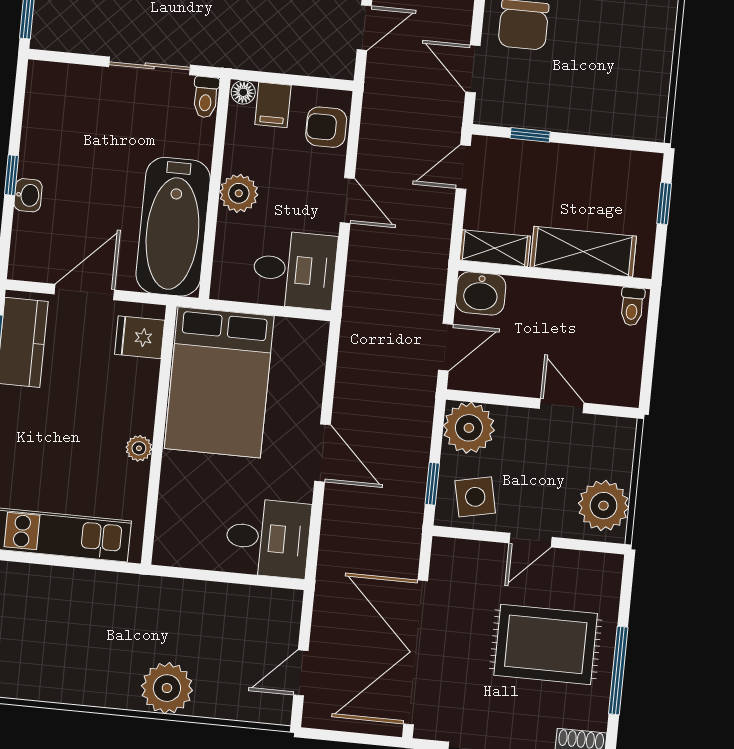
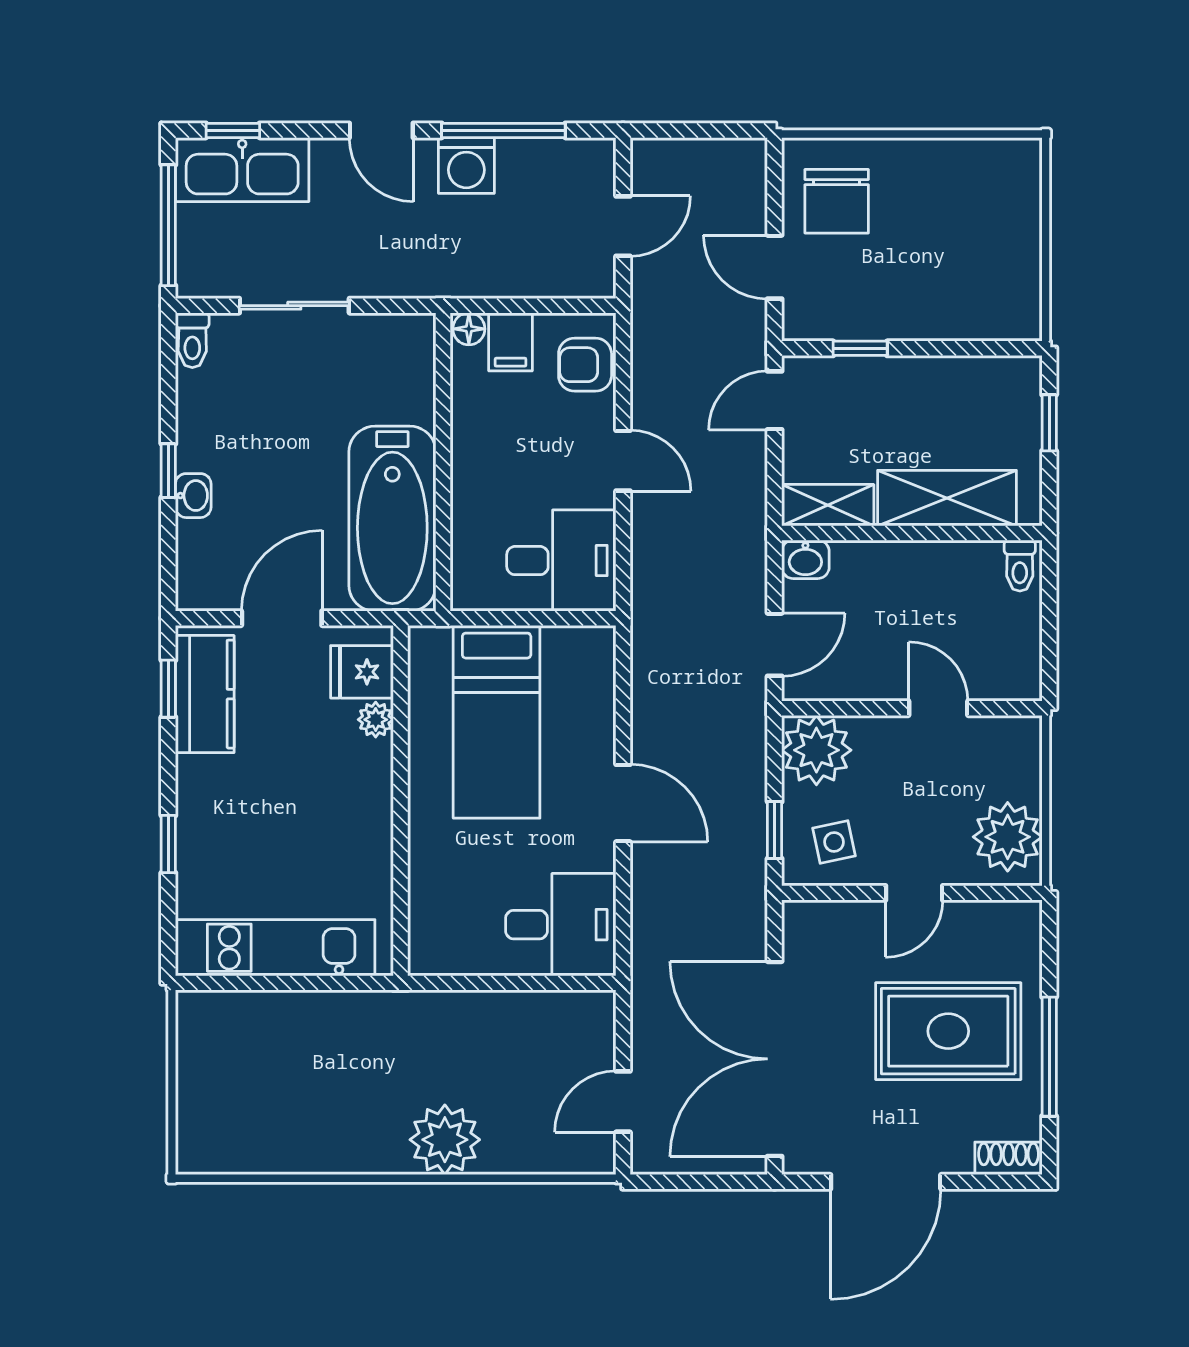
sliding door: (150, 66) -> (294, 306), moved
toilet: (206, 97) -> (192, 340), moved
plant: (239, 193) -> (476, 465), removed
washbasin: (481, 293) -> (805, 559), width x0.72, depth x0.69
bed: (219, 382) -> (497, 722), width x0.67
plant: (139, 448) -> (376, 720), moved
side table: (475, 497) -> (834, 842), width x0.73, depth x0.73

